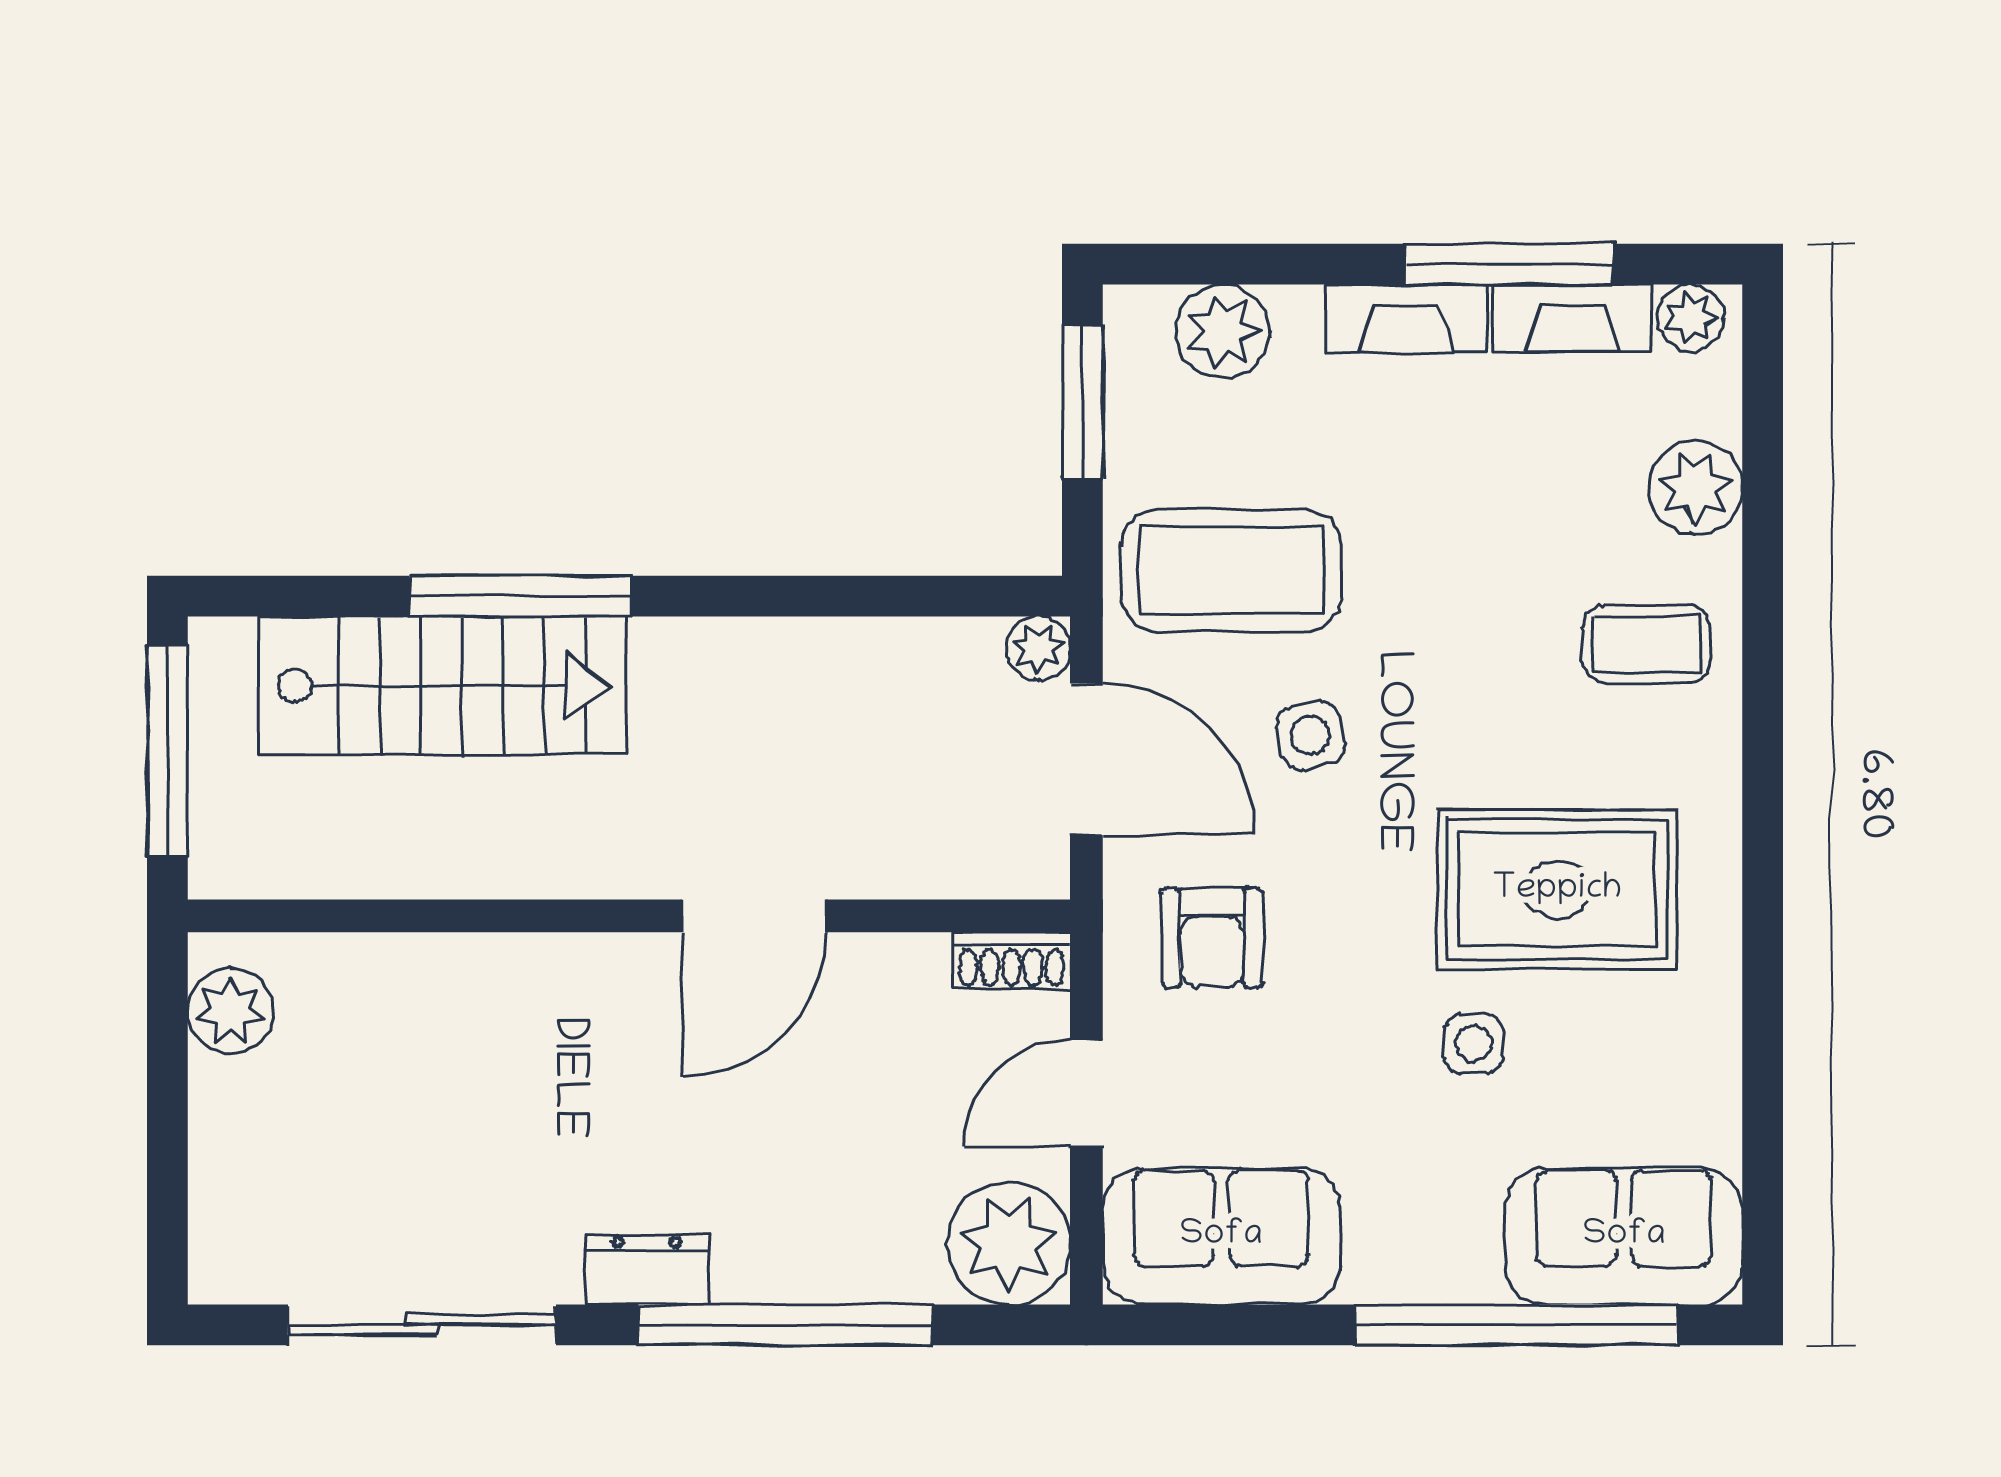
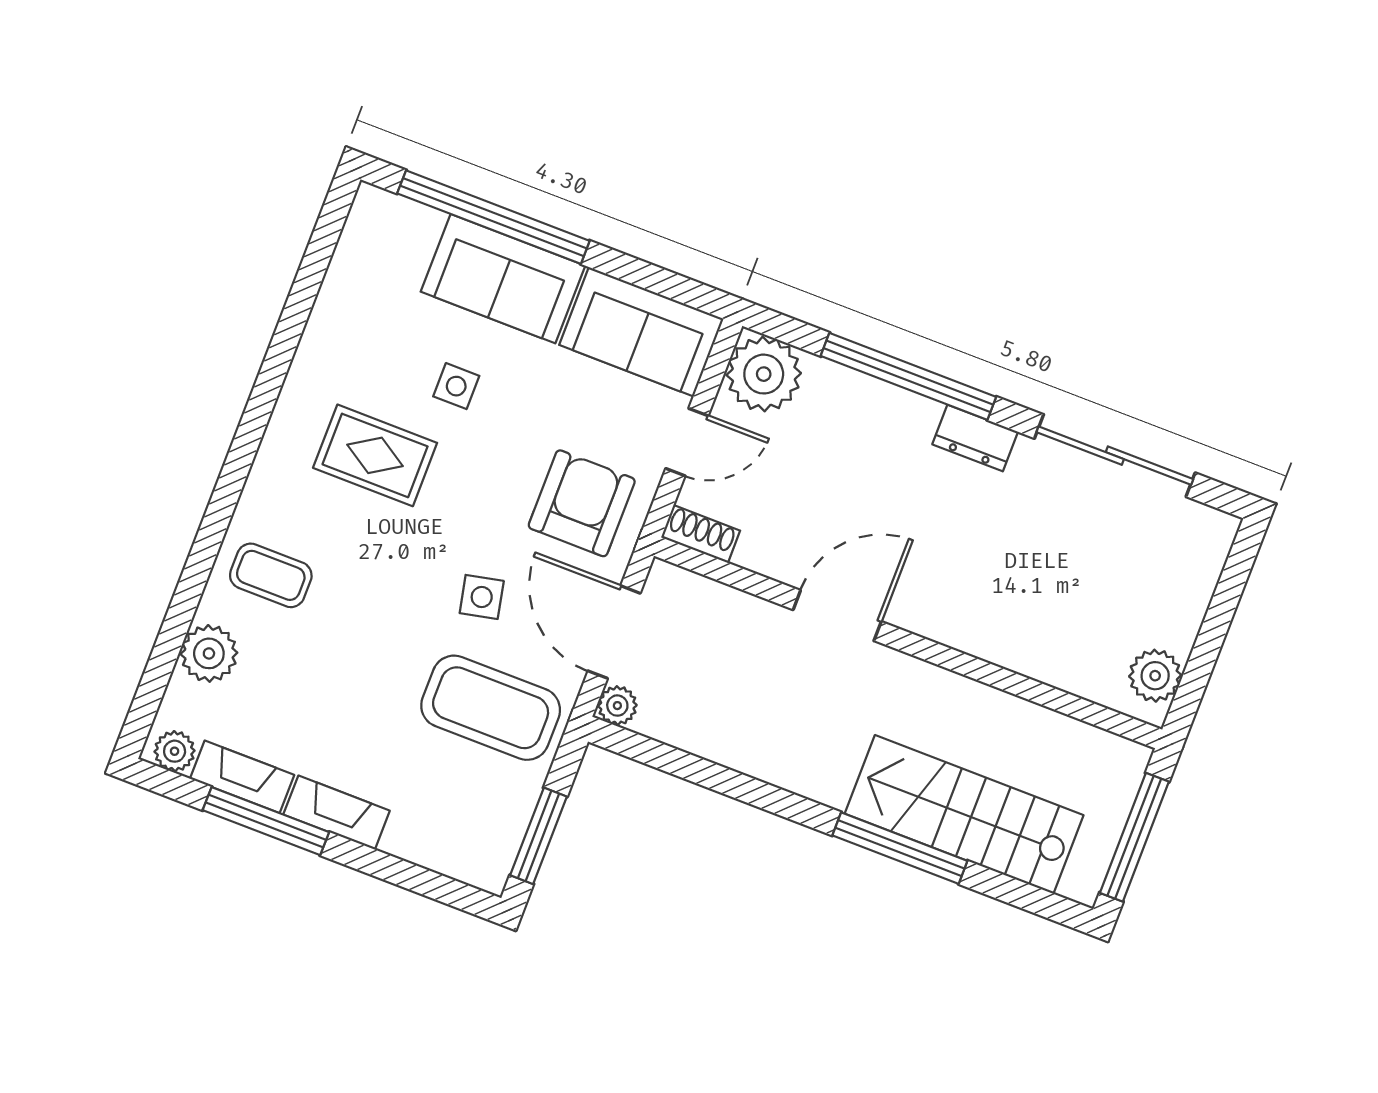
plant: (1223, 331) -> (443, 845), removed
rug: (1557, 890) -> (375, 455), width x0.73, depth x0.70
armchair: (1212, 938) -> (582, 503), width x1.38, depth x1.38
sofa: (1624, 1236) -> (503, 279), moved

